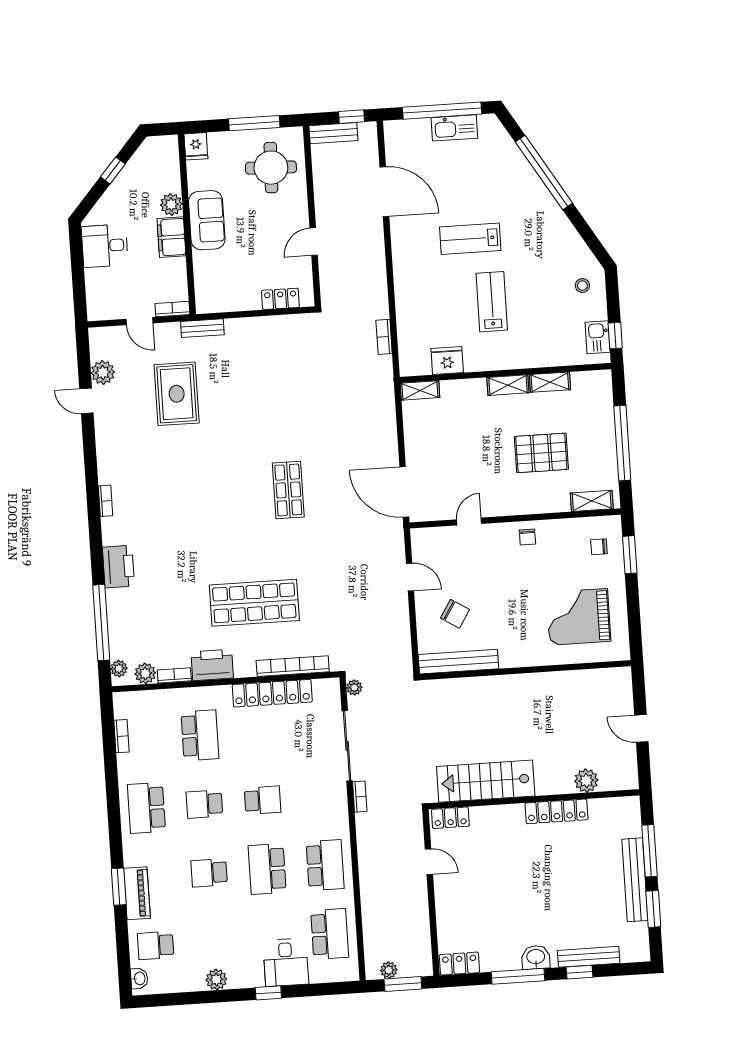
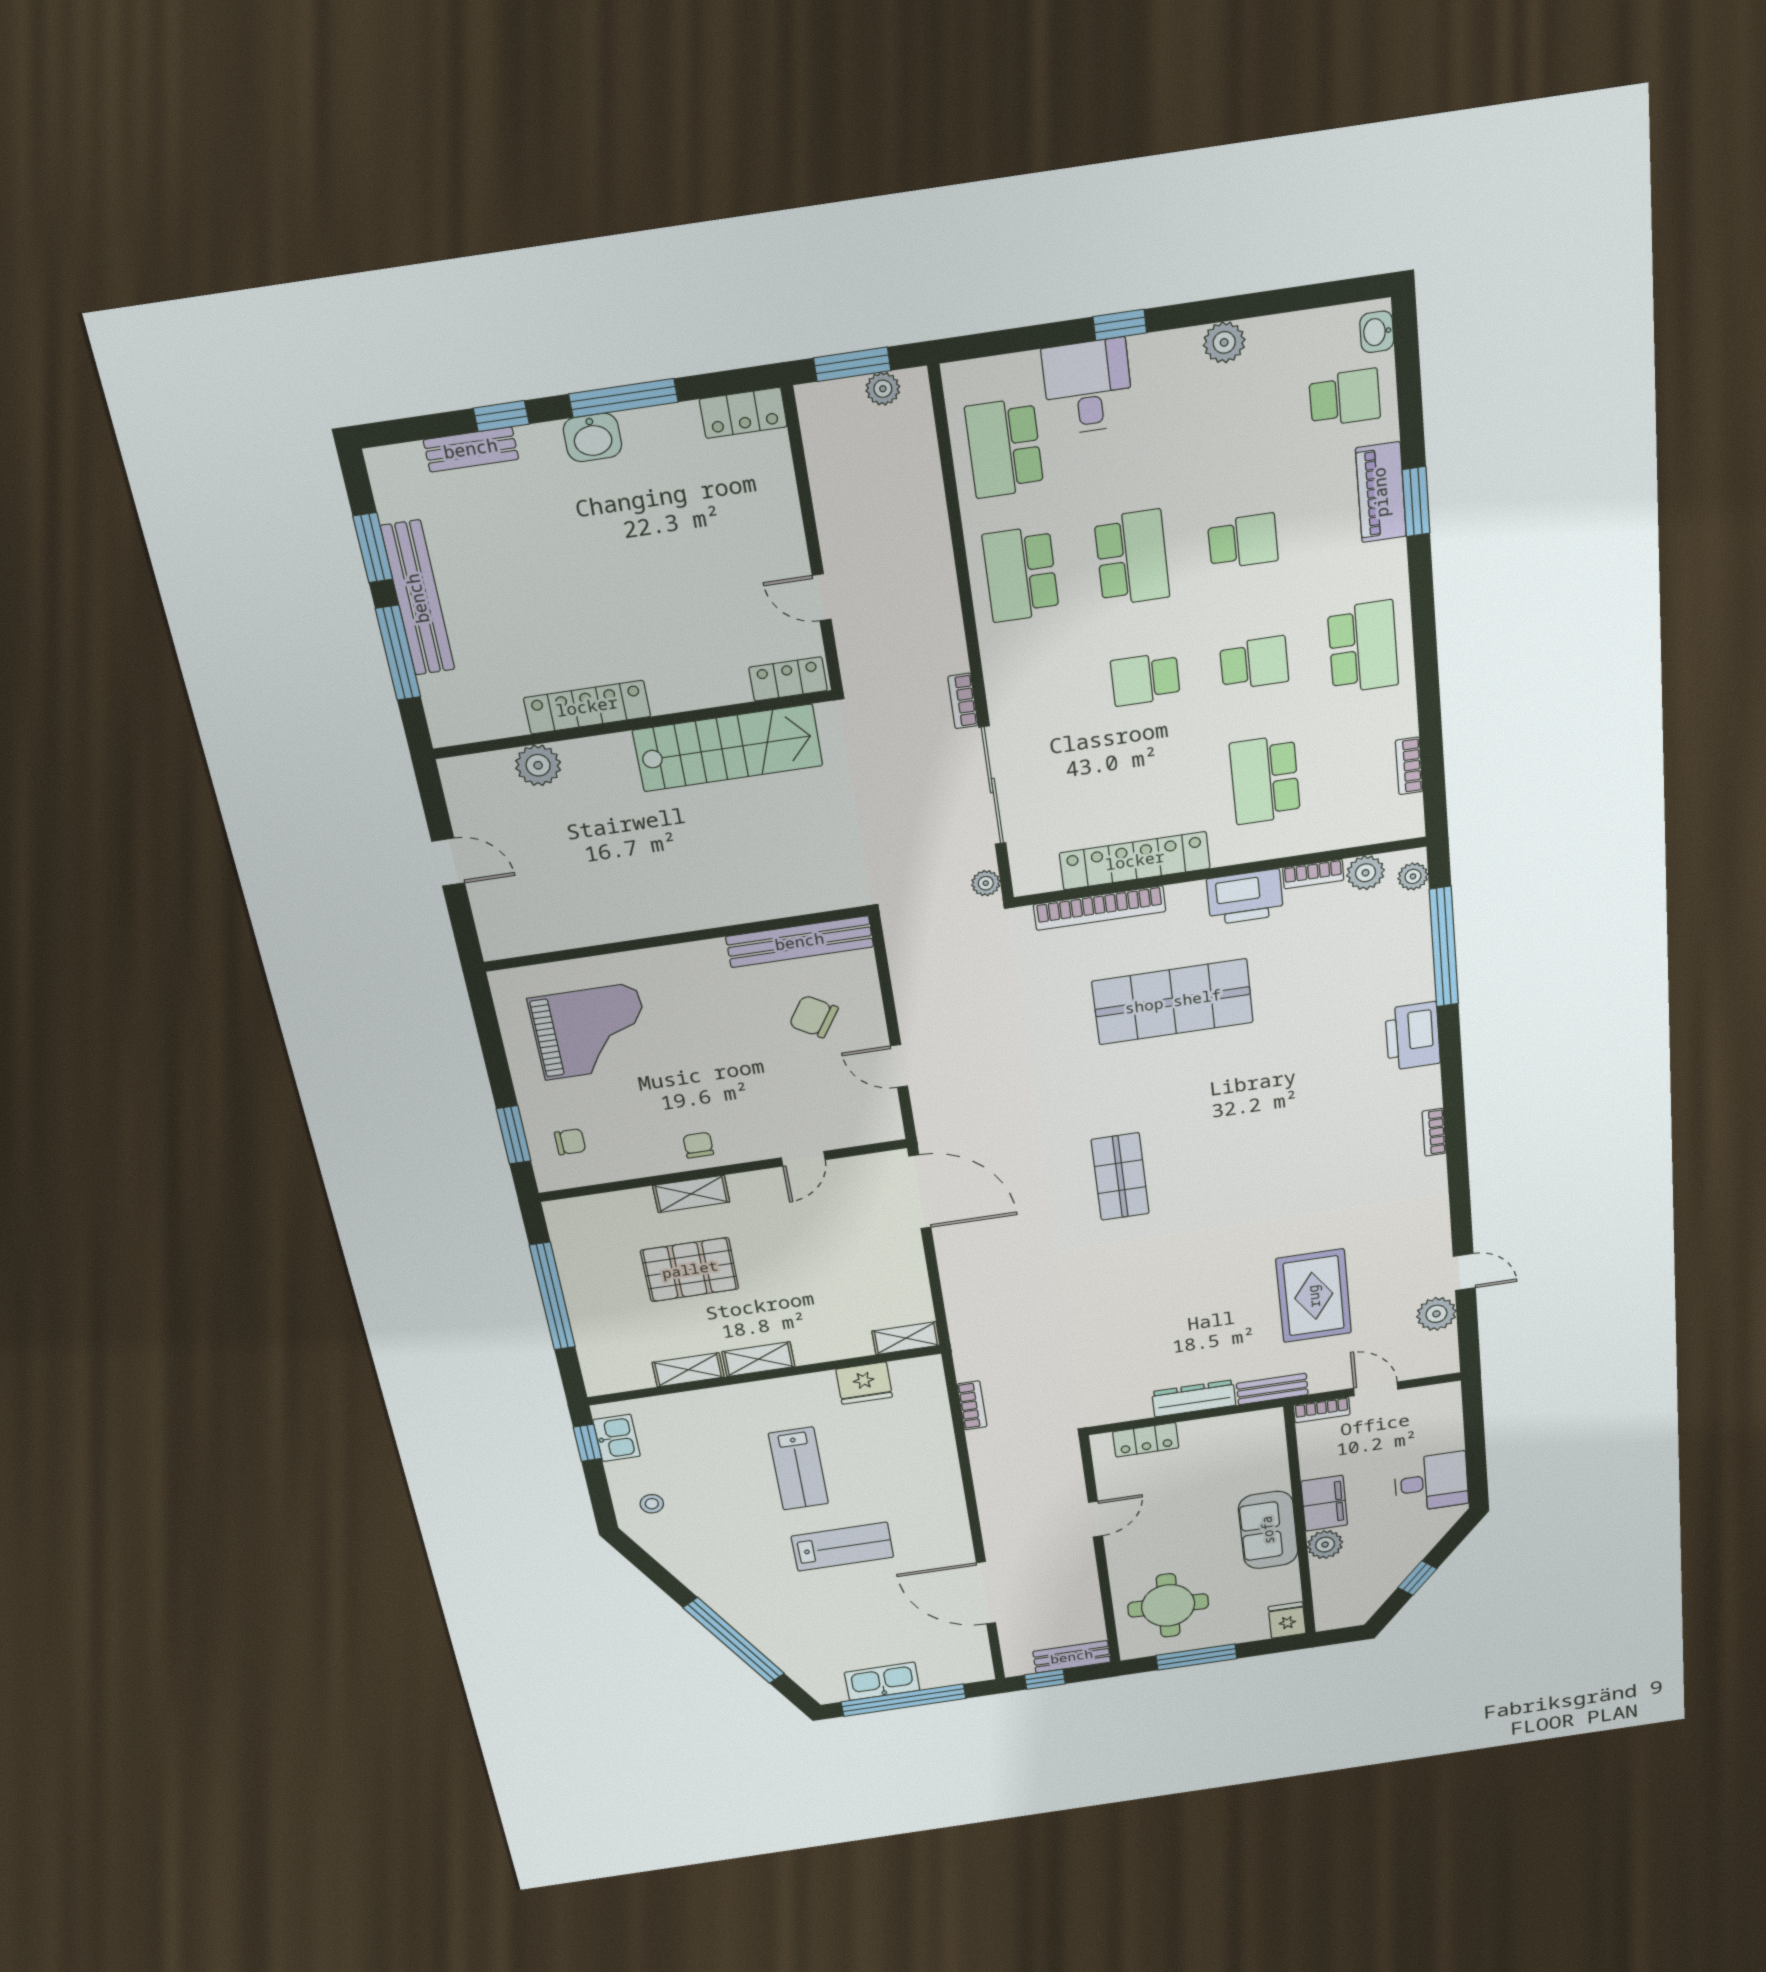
dresser: (250, 327) -> (1194, 1398), added
shelving: (592, 501) -> (691, 1194), moved
bench: (589, 957) -> (471, 449), width x0.73

